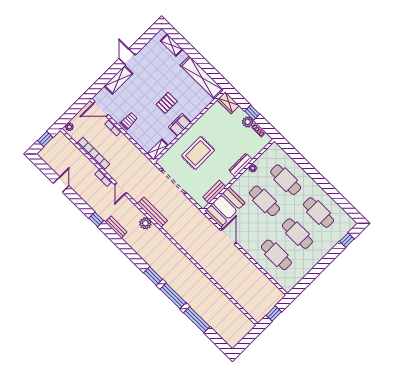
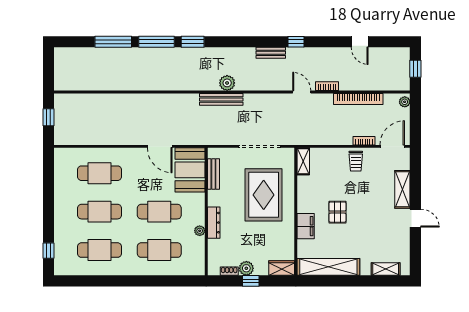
filing cabinet: (180, 125) -> (306, 226), moved
rug: (198, 153) -> (264, 195), width x1.37, depth x1.44
bench: (152, 212) -> (221, 99), moved
plant: (145, 223) -> (227, 83), moved

